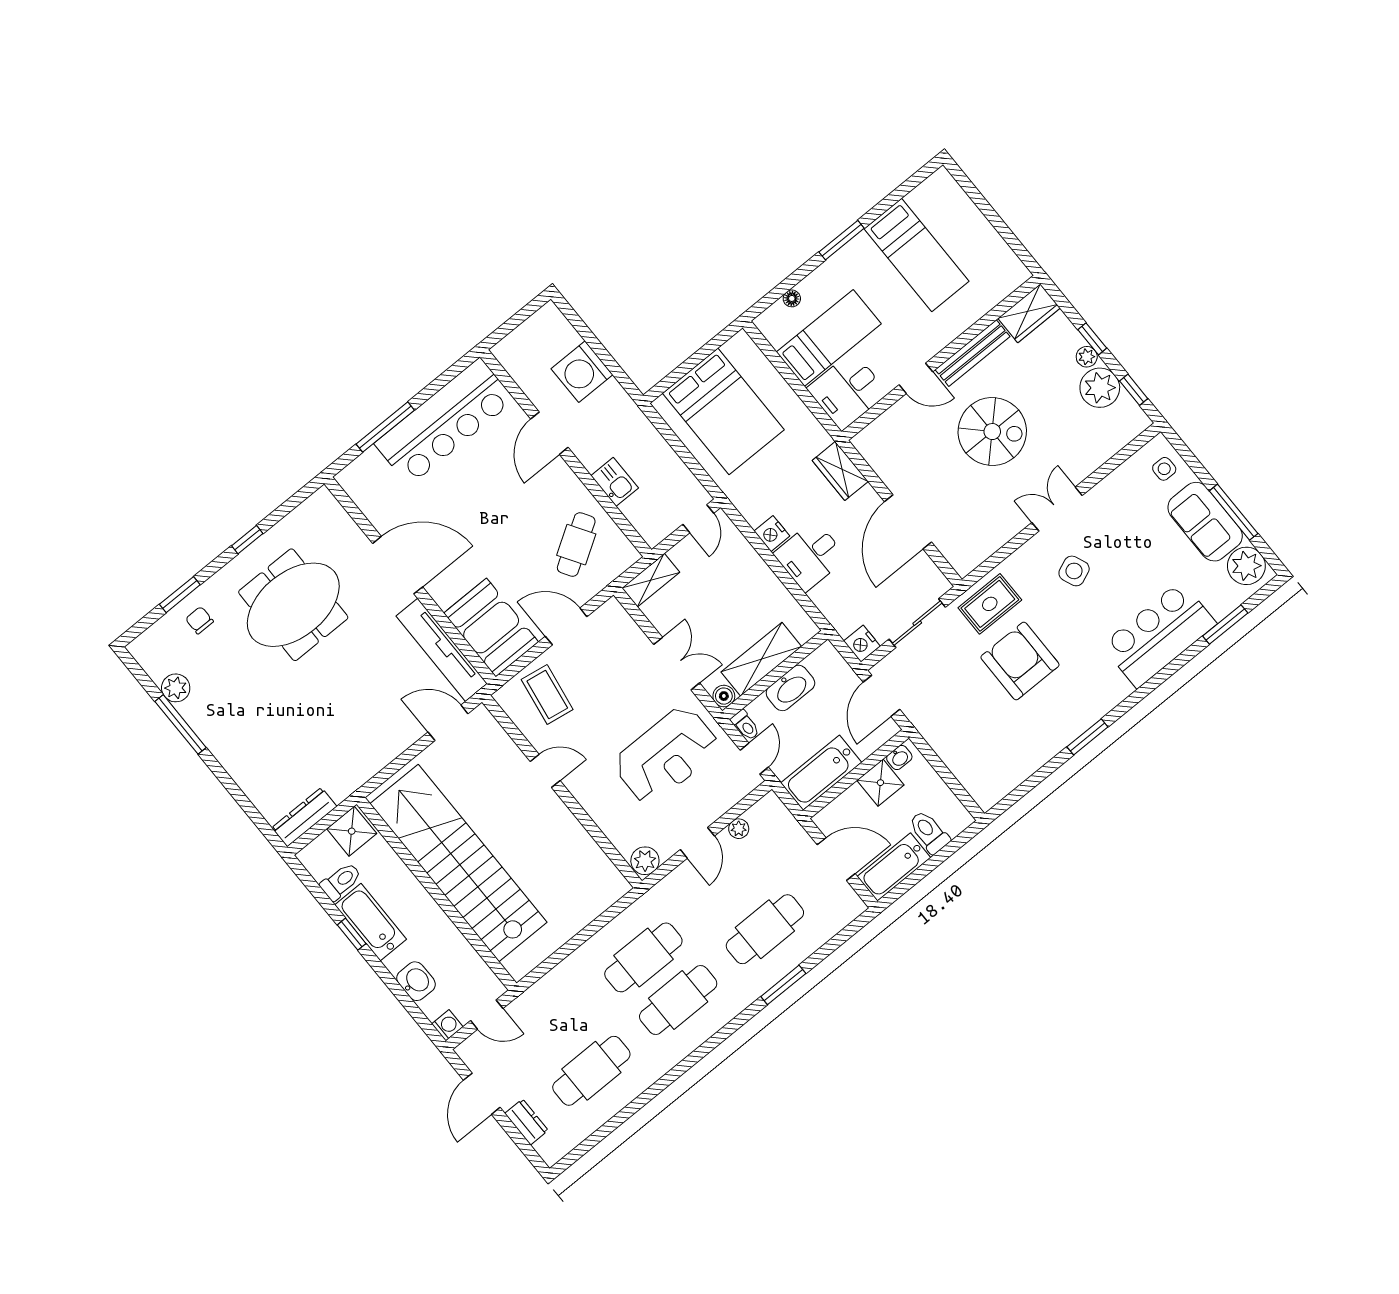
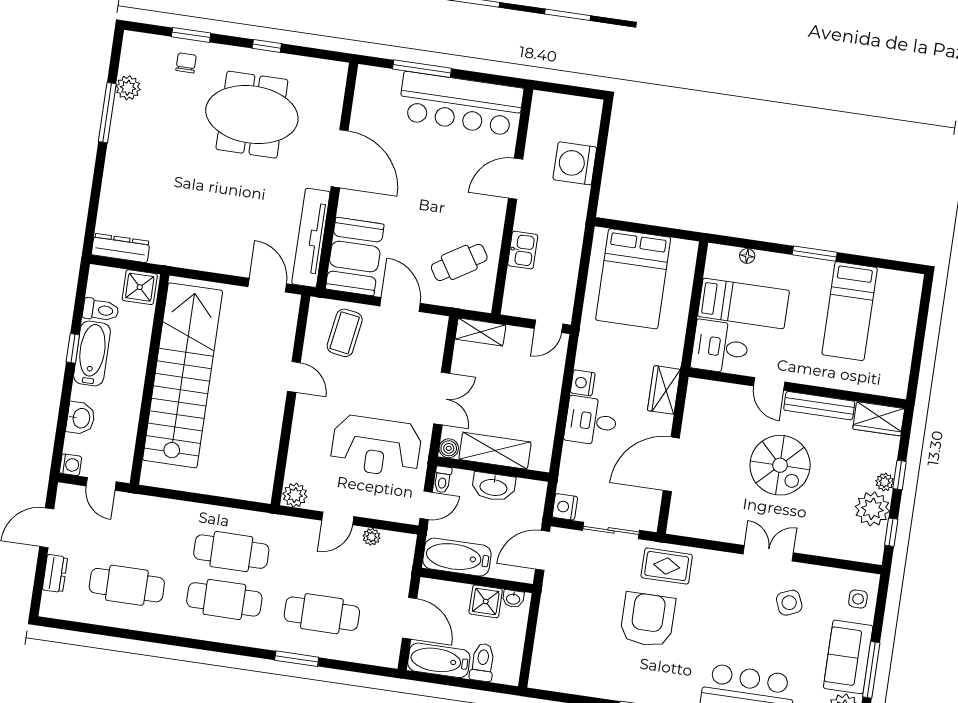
side table: (1074, 571) -> (789, 603), moved

